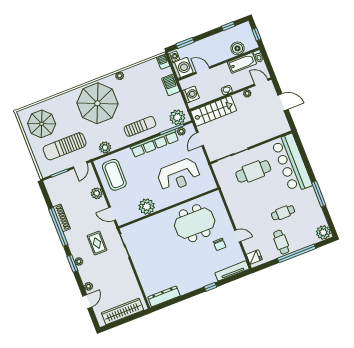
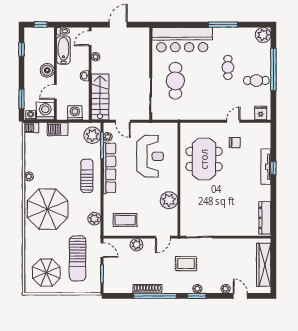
boiler: (238, 48) -> (47, 70), moved
coffee table: (114, 175) -> (125, 220), width x0.73, depth x0.76
tv unit: (232, 271) -> (266, 167), moved

